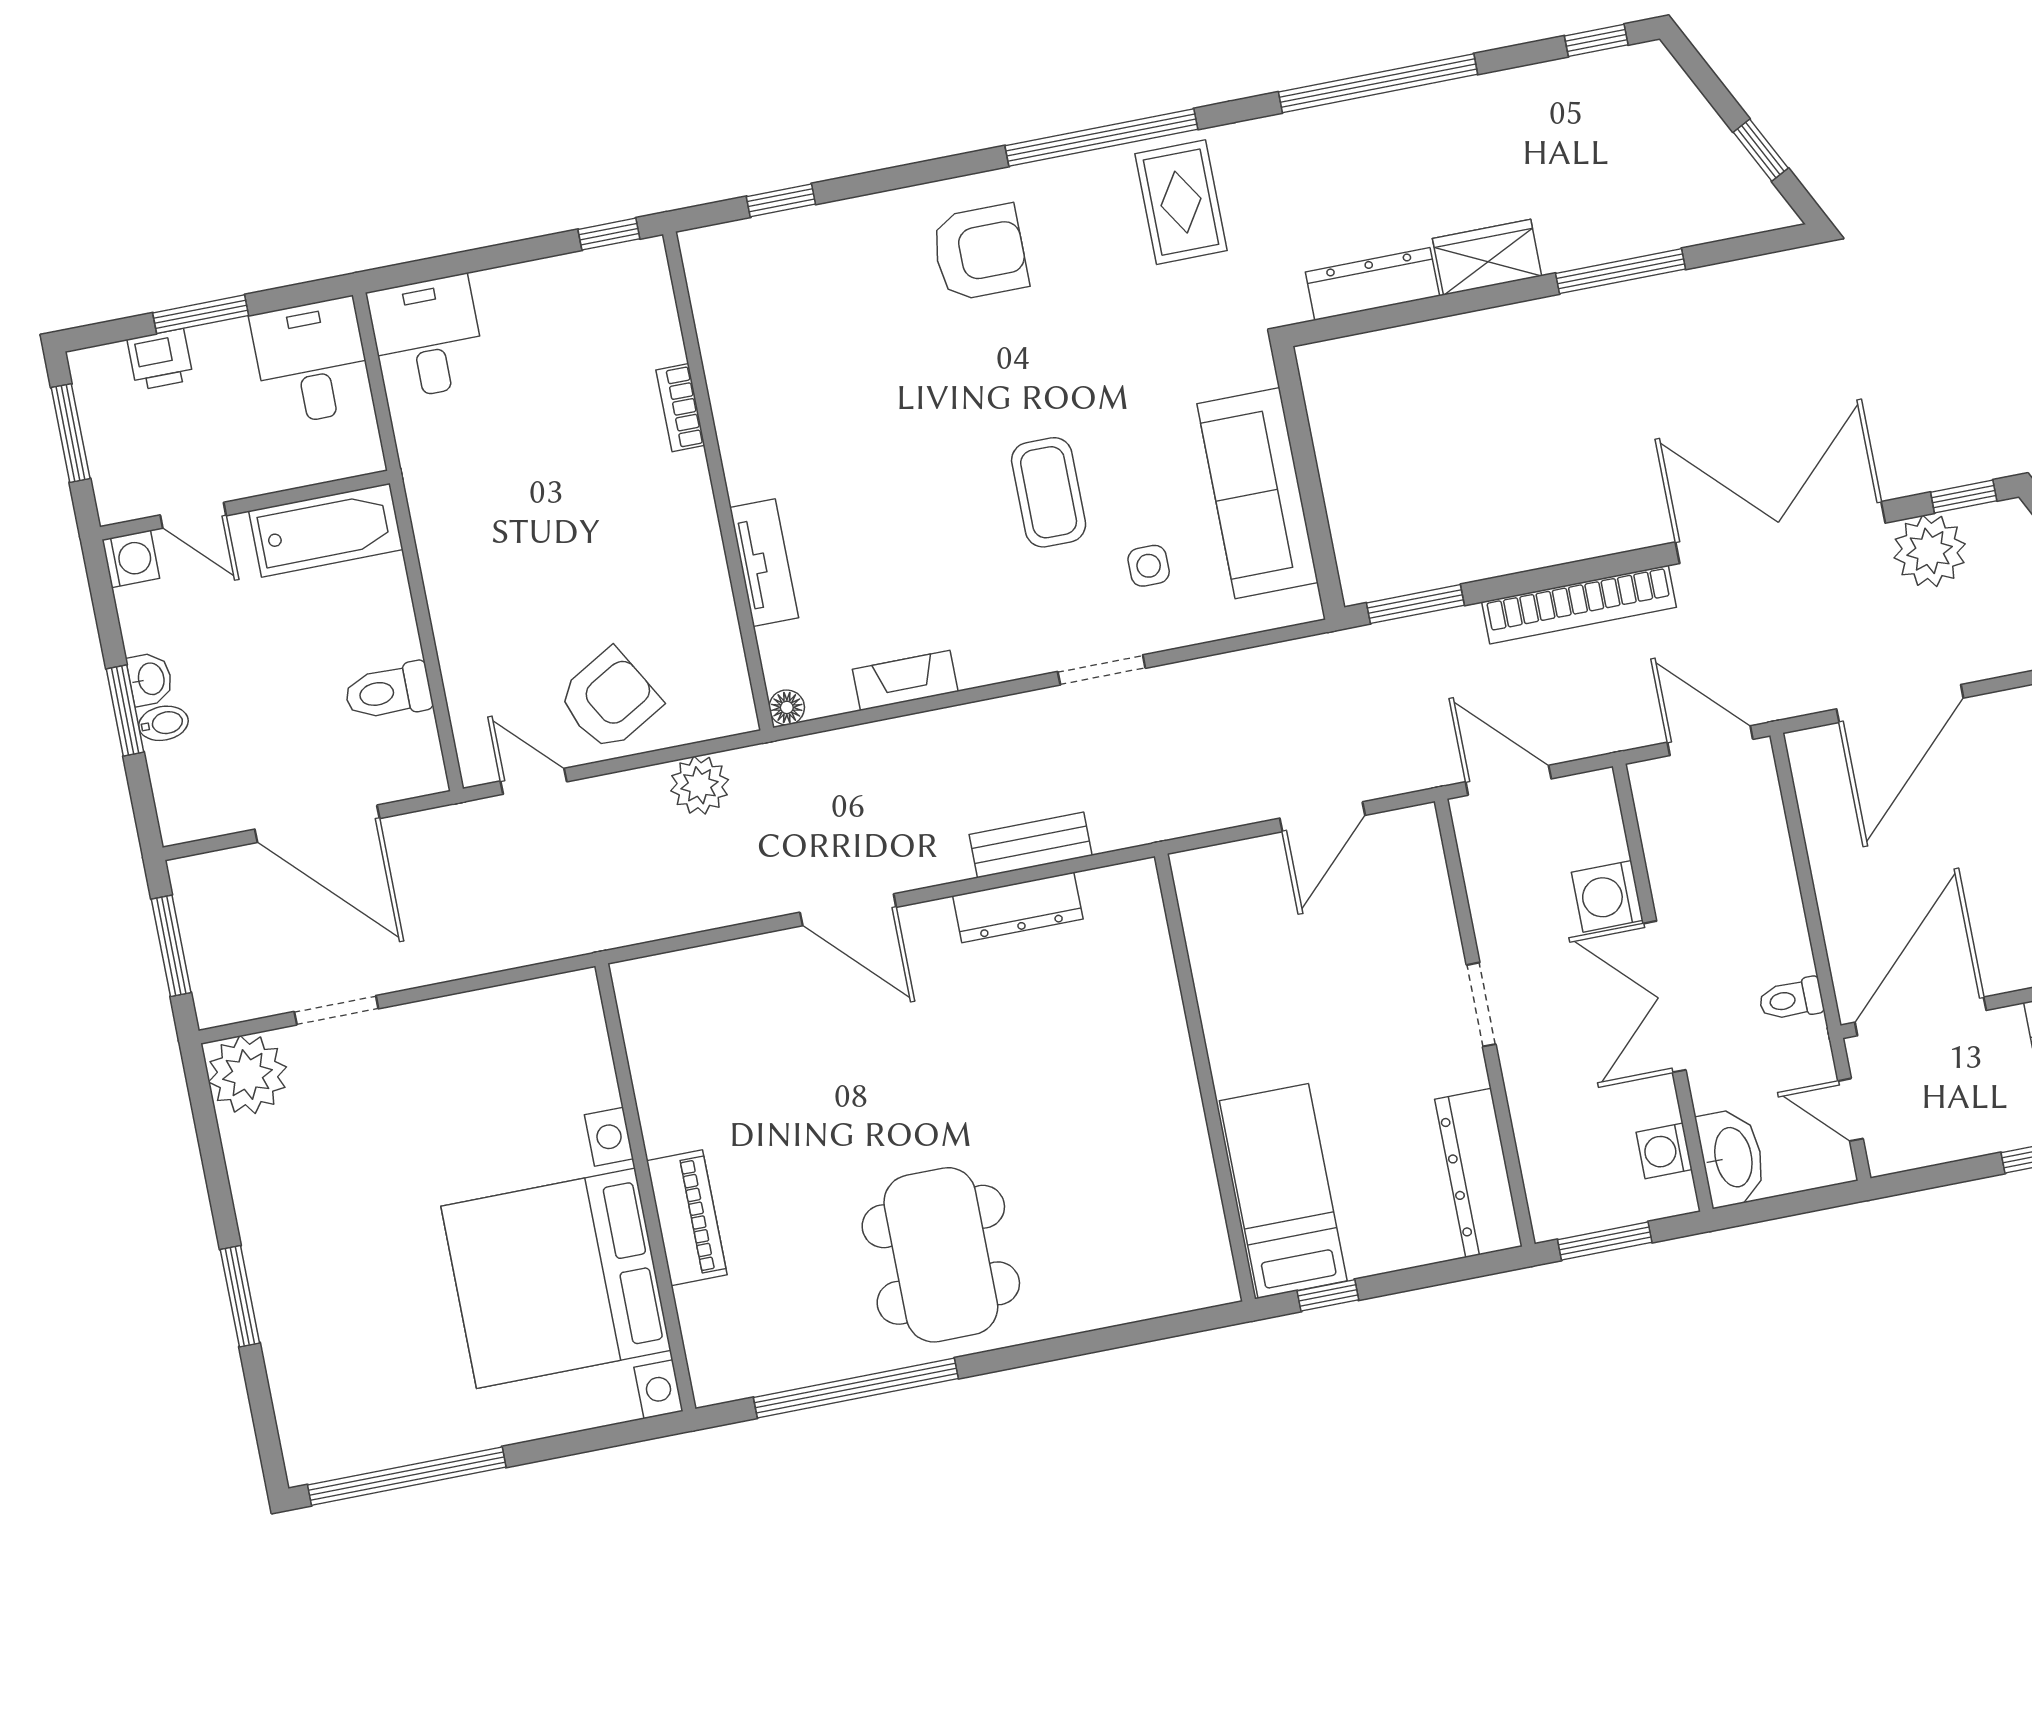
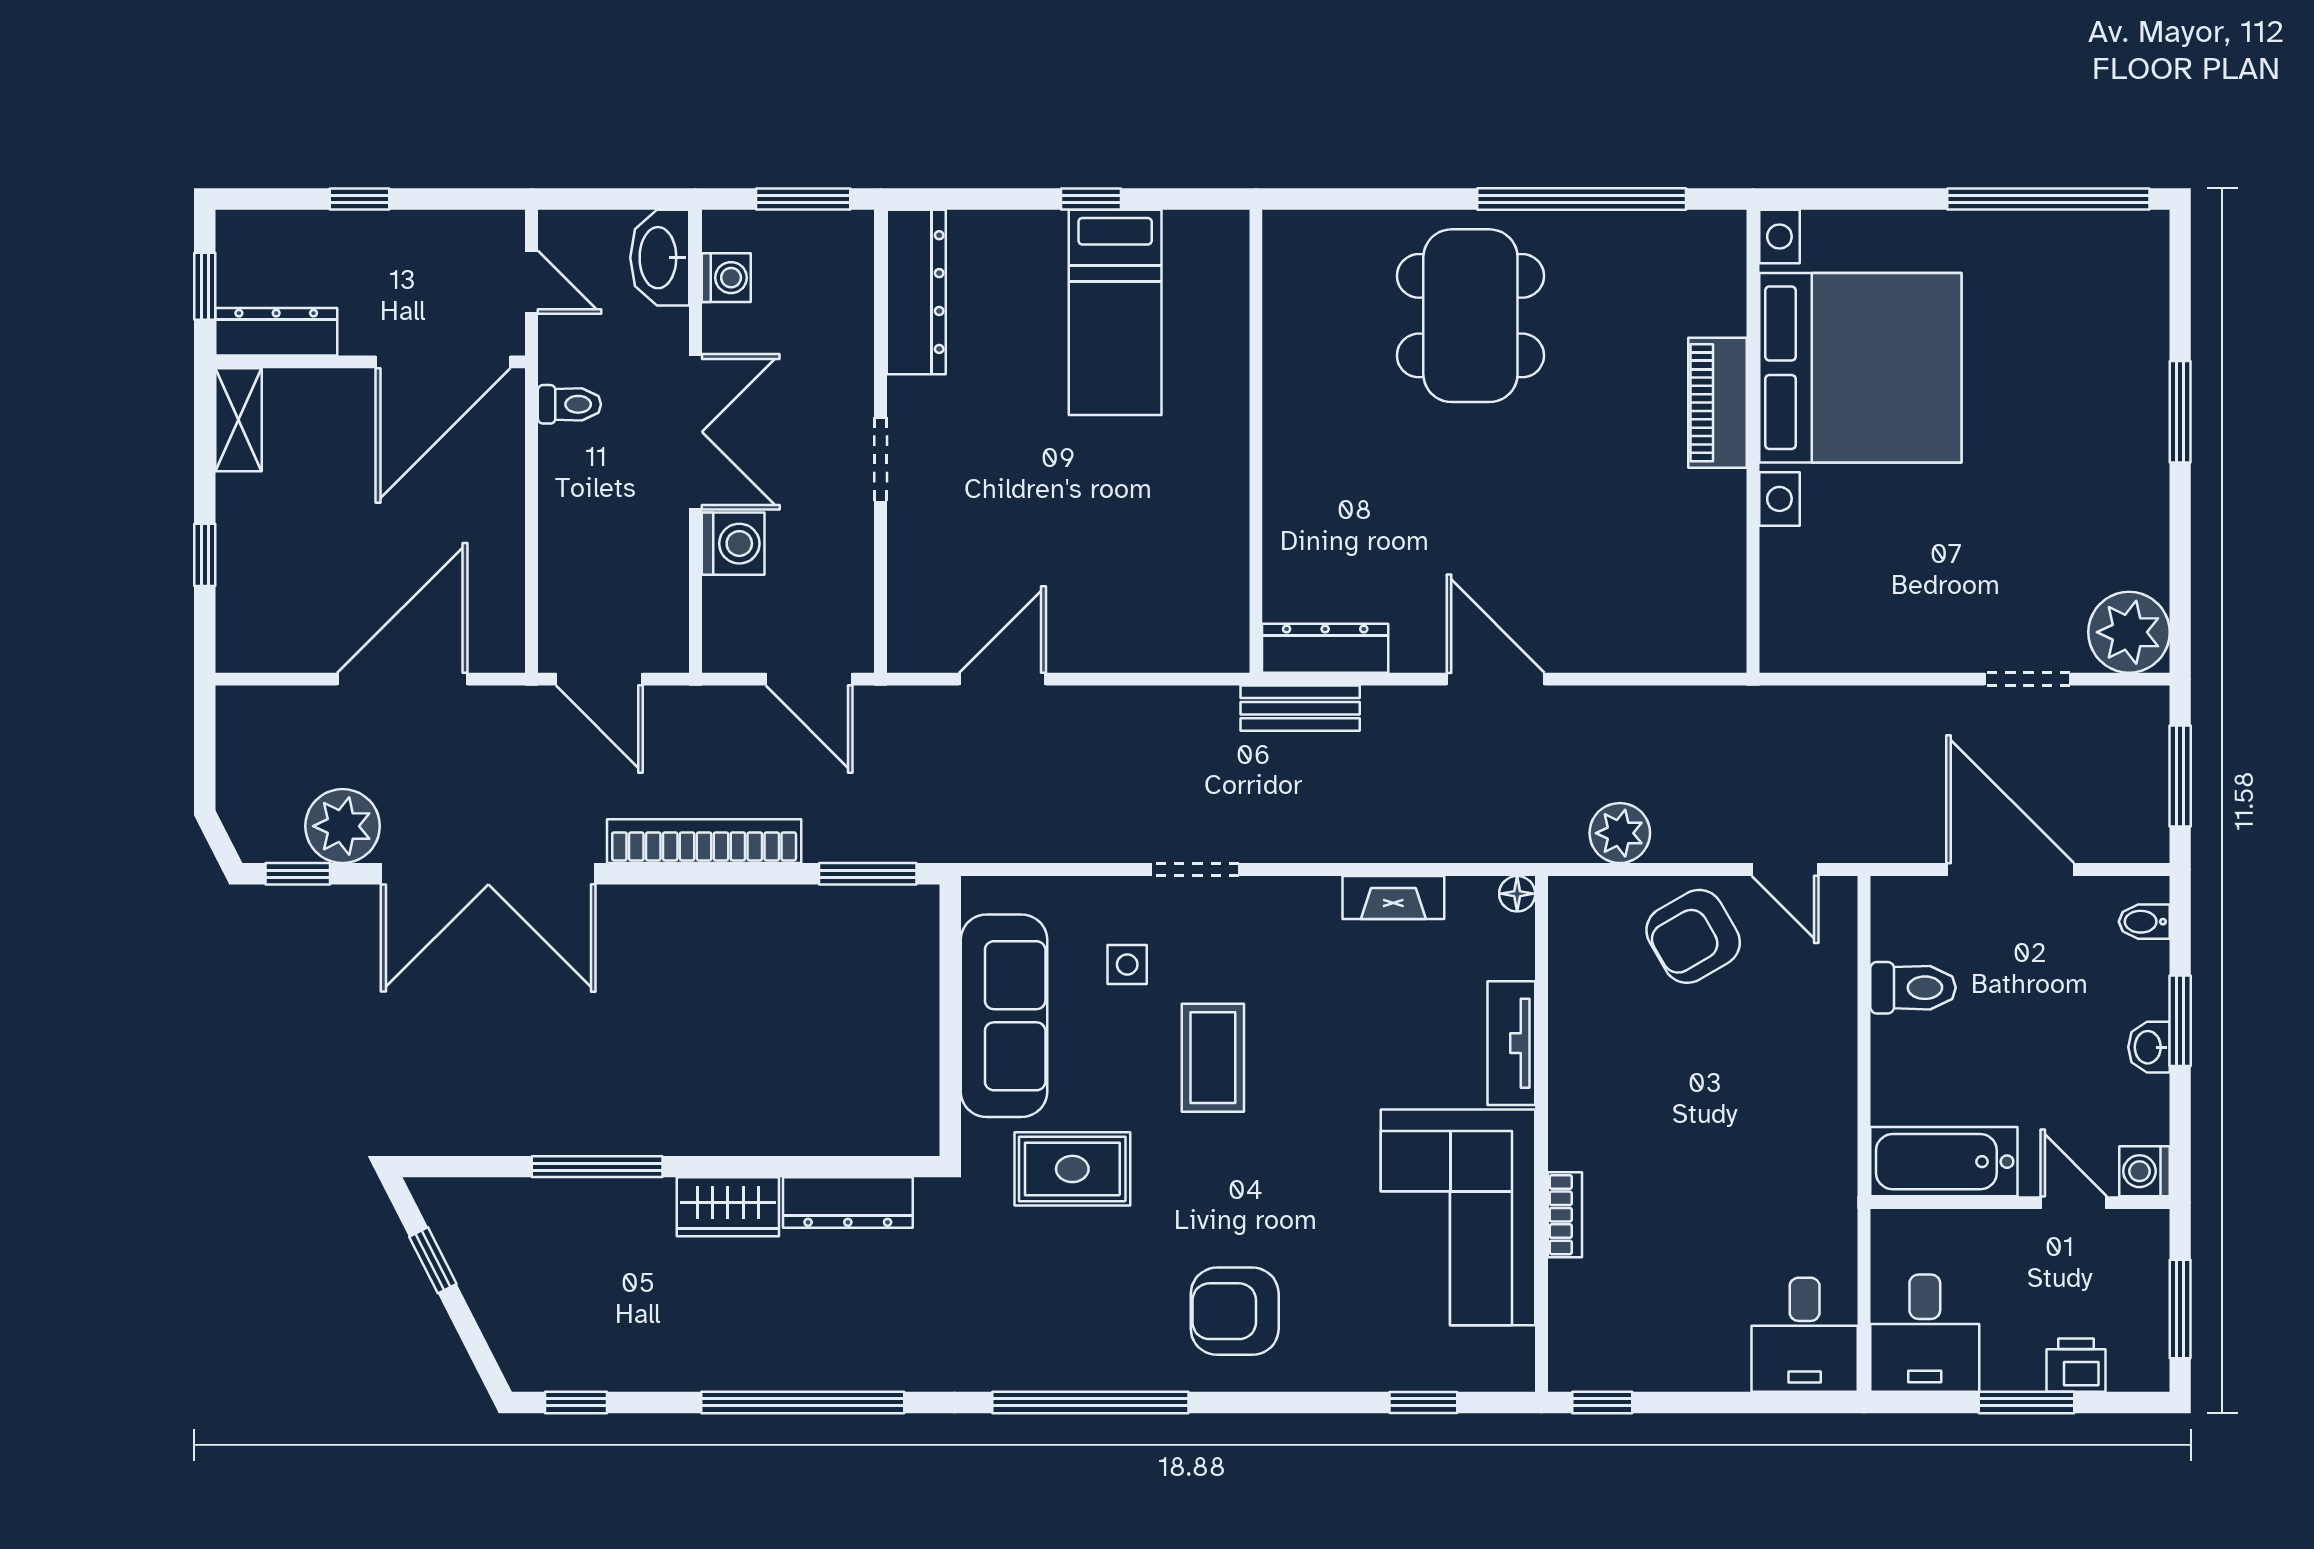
rug: (1181, 202) -> (1072, 1169), moved, turned 90
corner sofa: (783, 385) -> (1458, 1217), added
bidet: (163, 723) -> (2144, 922), moved
wall: (1205, 1078) -> (1256, 441), moved

